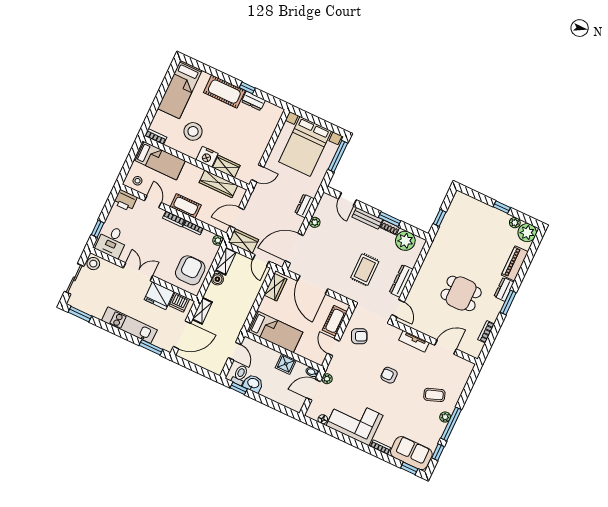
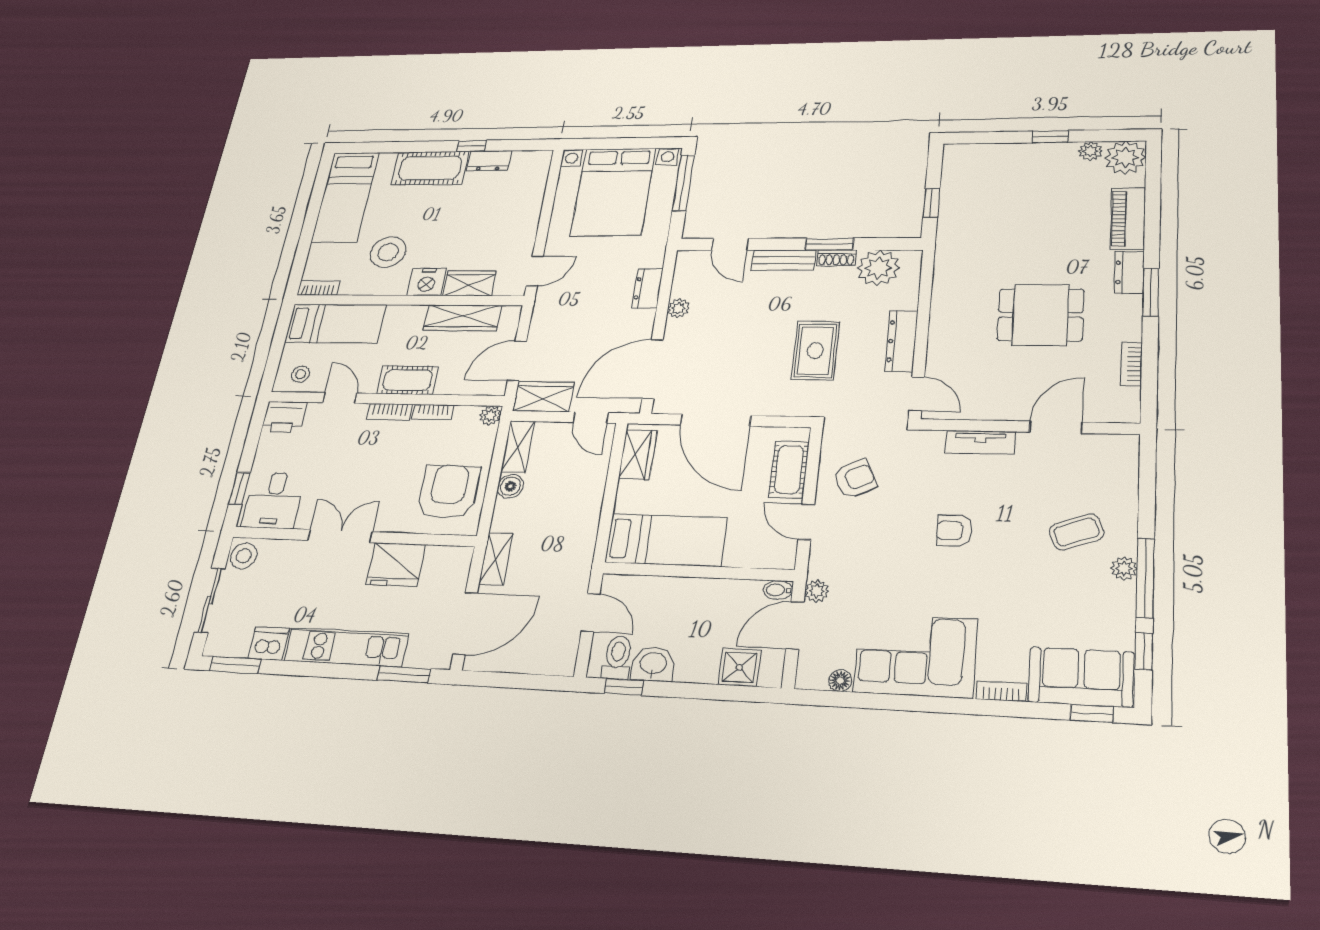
dishwasher: (179, 302) -> (269, 643), moved, turned 180
shower: (286, 364) -> (739, 667), moved

